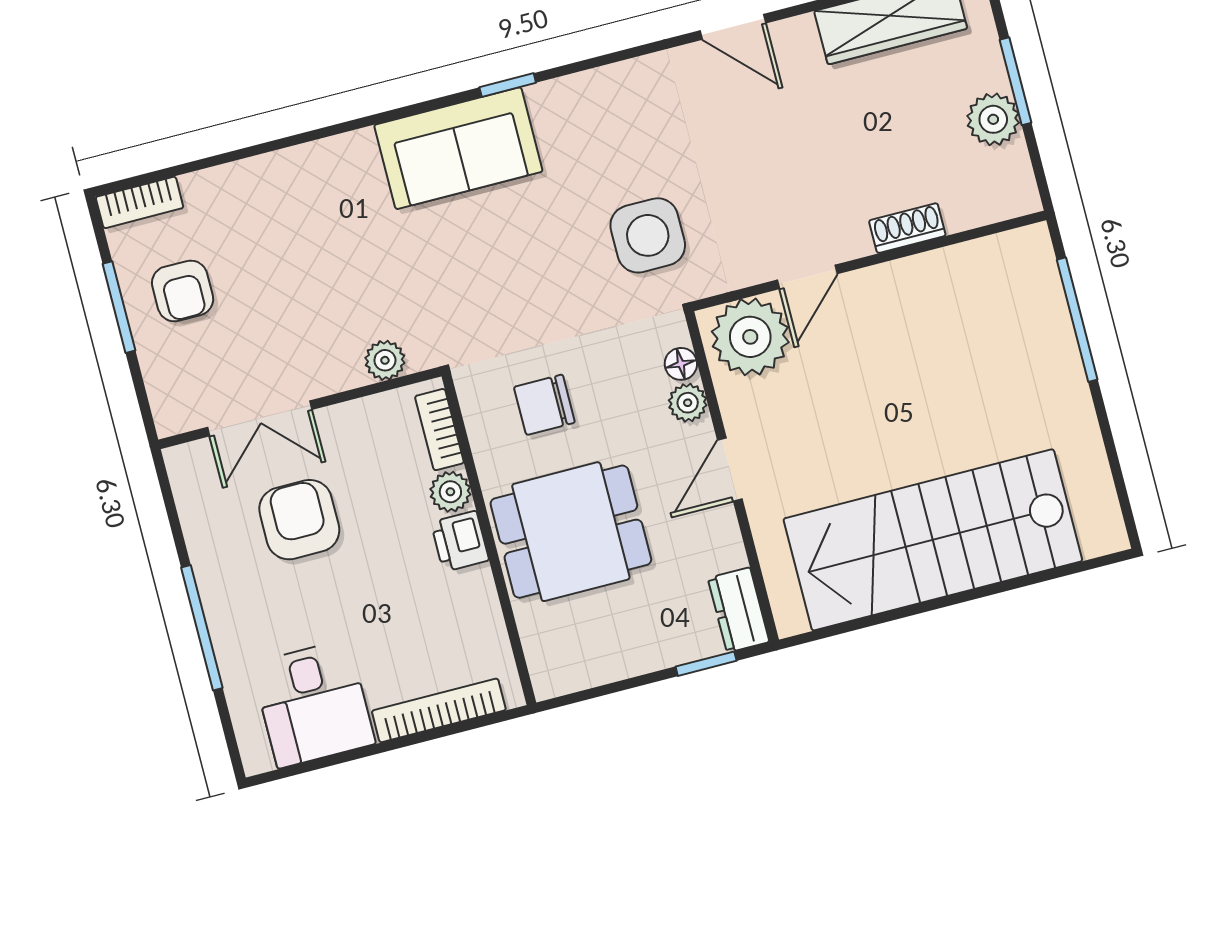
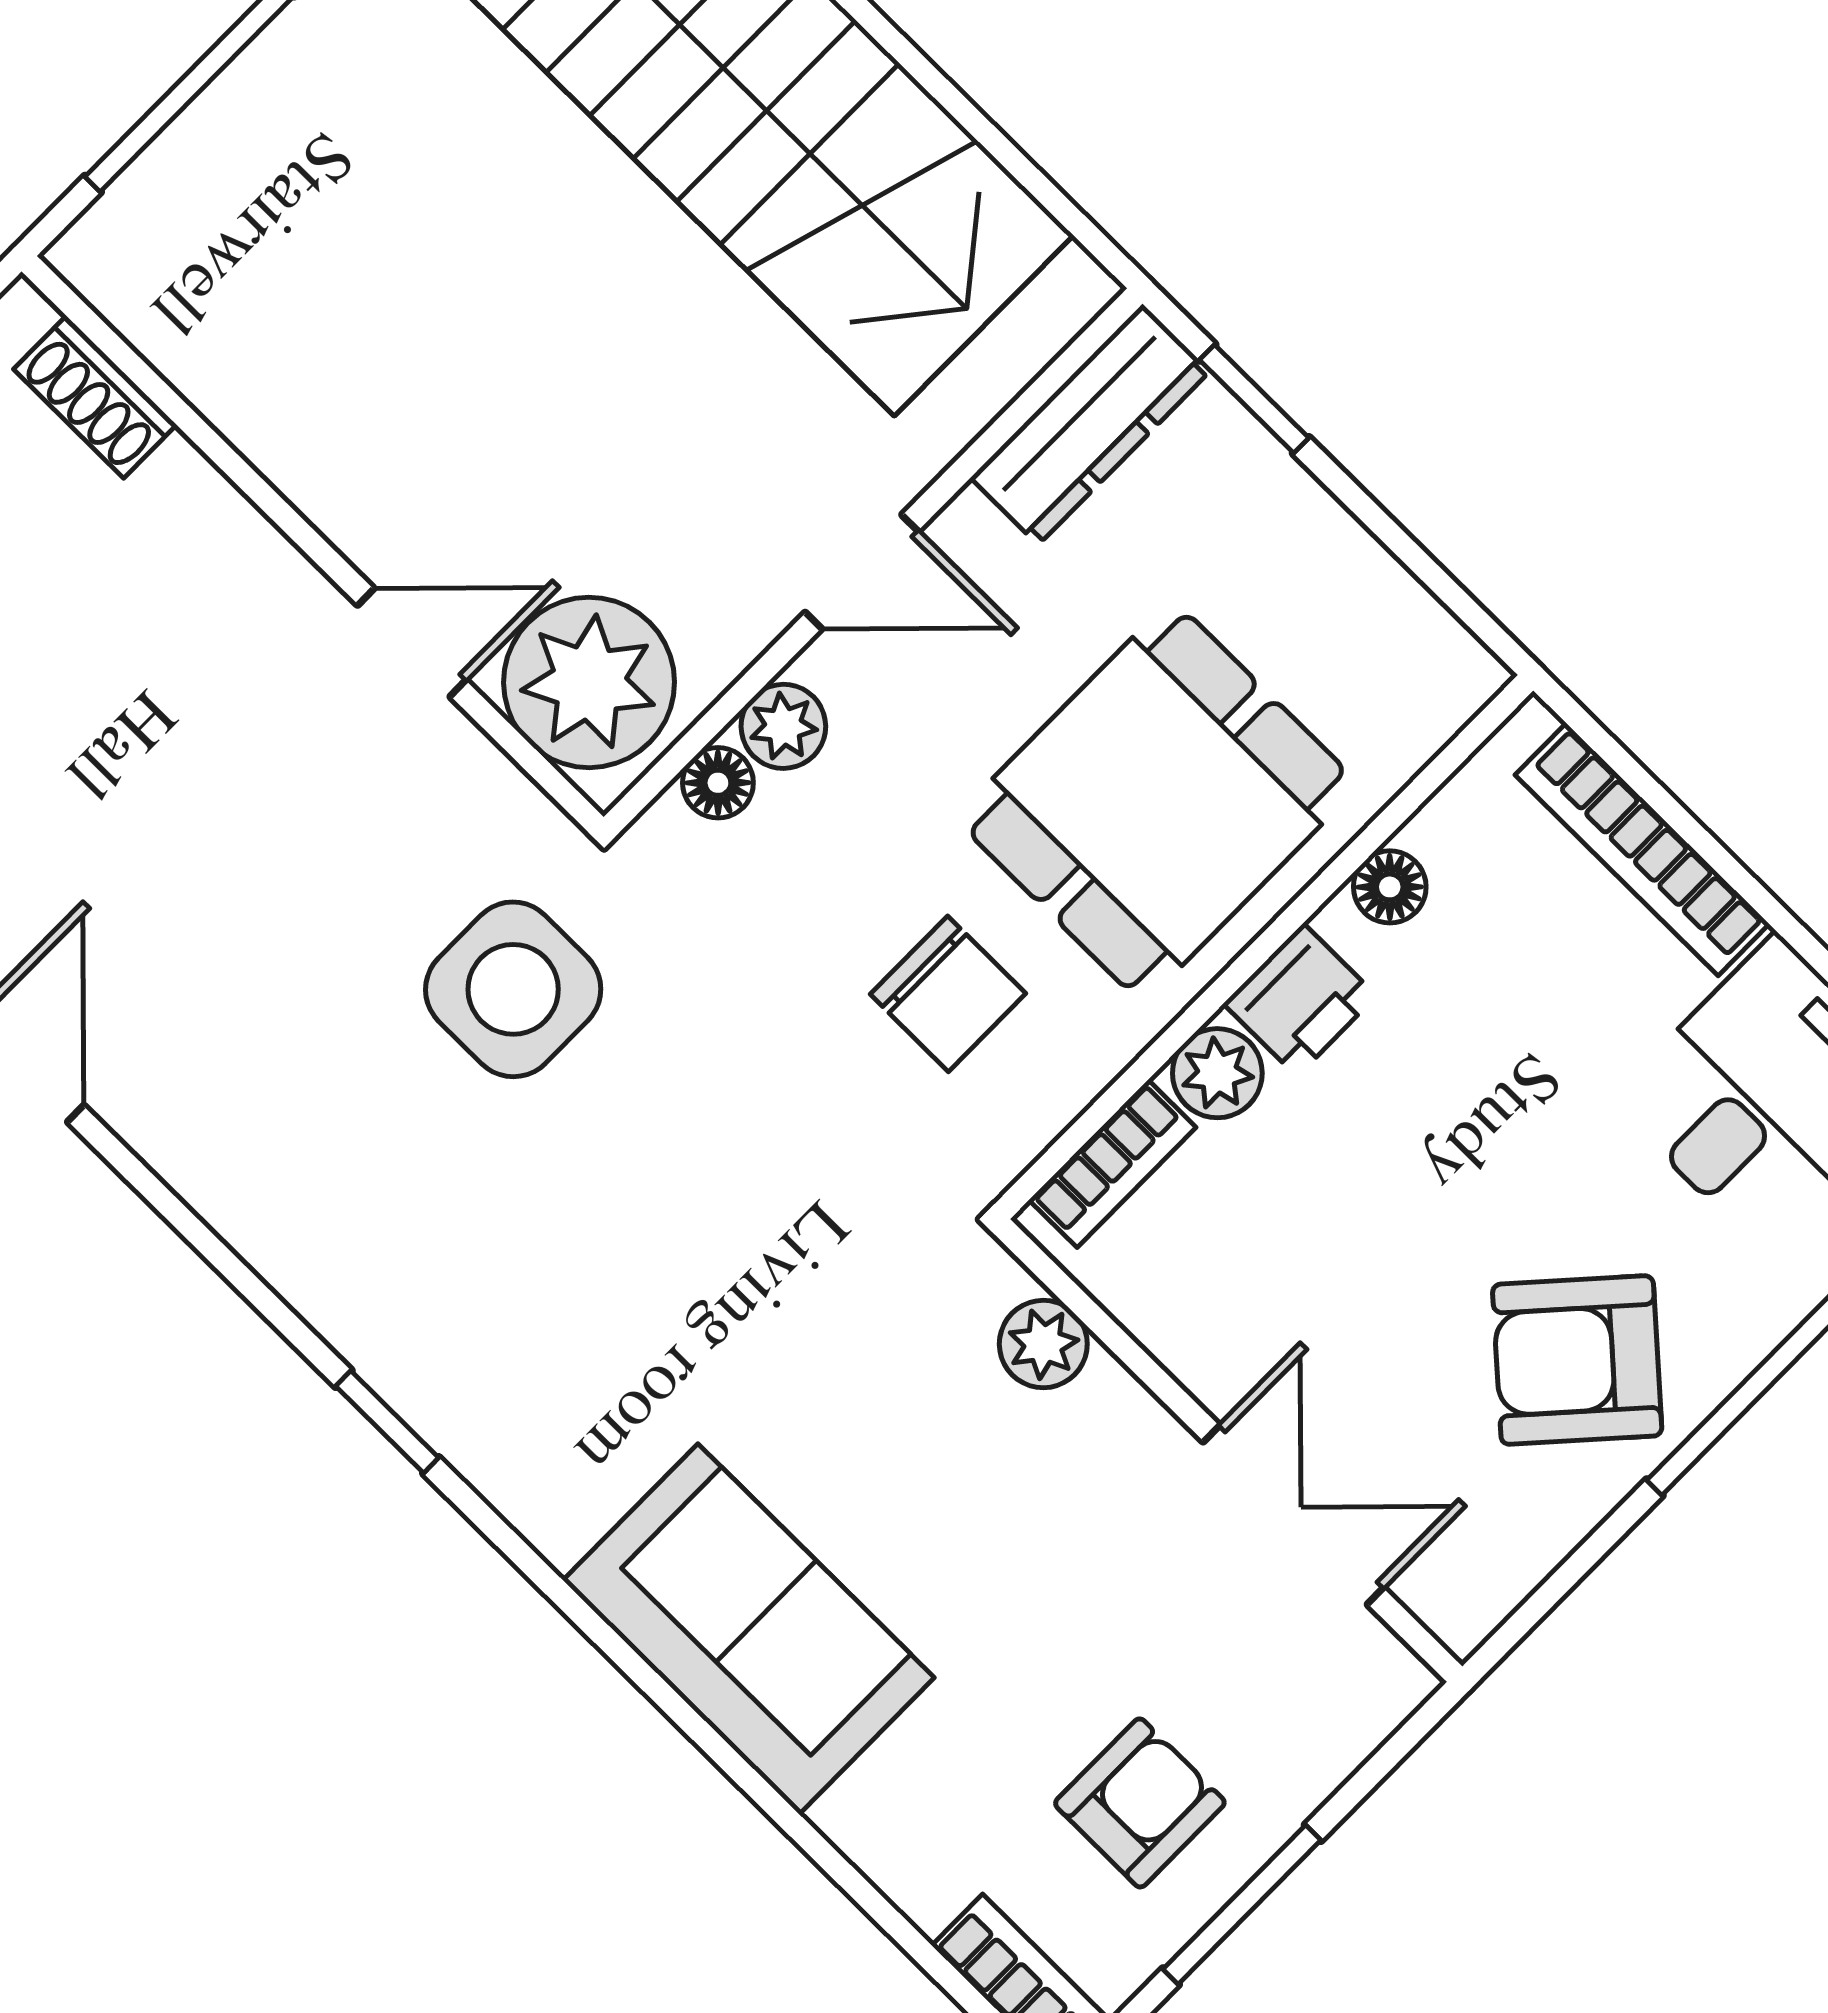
sofa: (458, 148) -> (749, 1629), moved
shoe rack: (907, 228) -> (95, 397), moved
armchair: (299, 520) -> (1577, 1360), moved, turned 42
dining table: (571, 532) -> (1157, 801), turned 90
floor lamp: (483, 603) -> (1390, 887), added
dresser: (739, 610) -> (1090, 424), width x1.44

